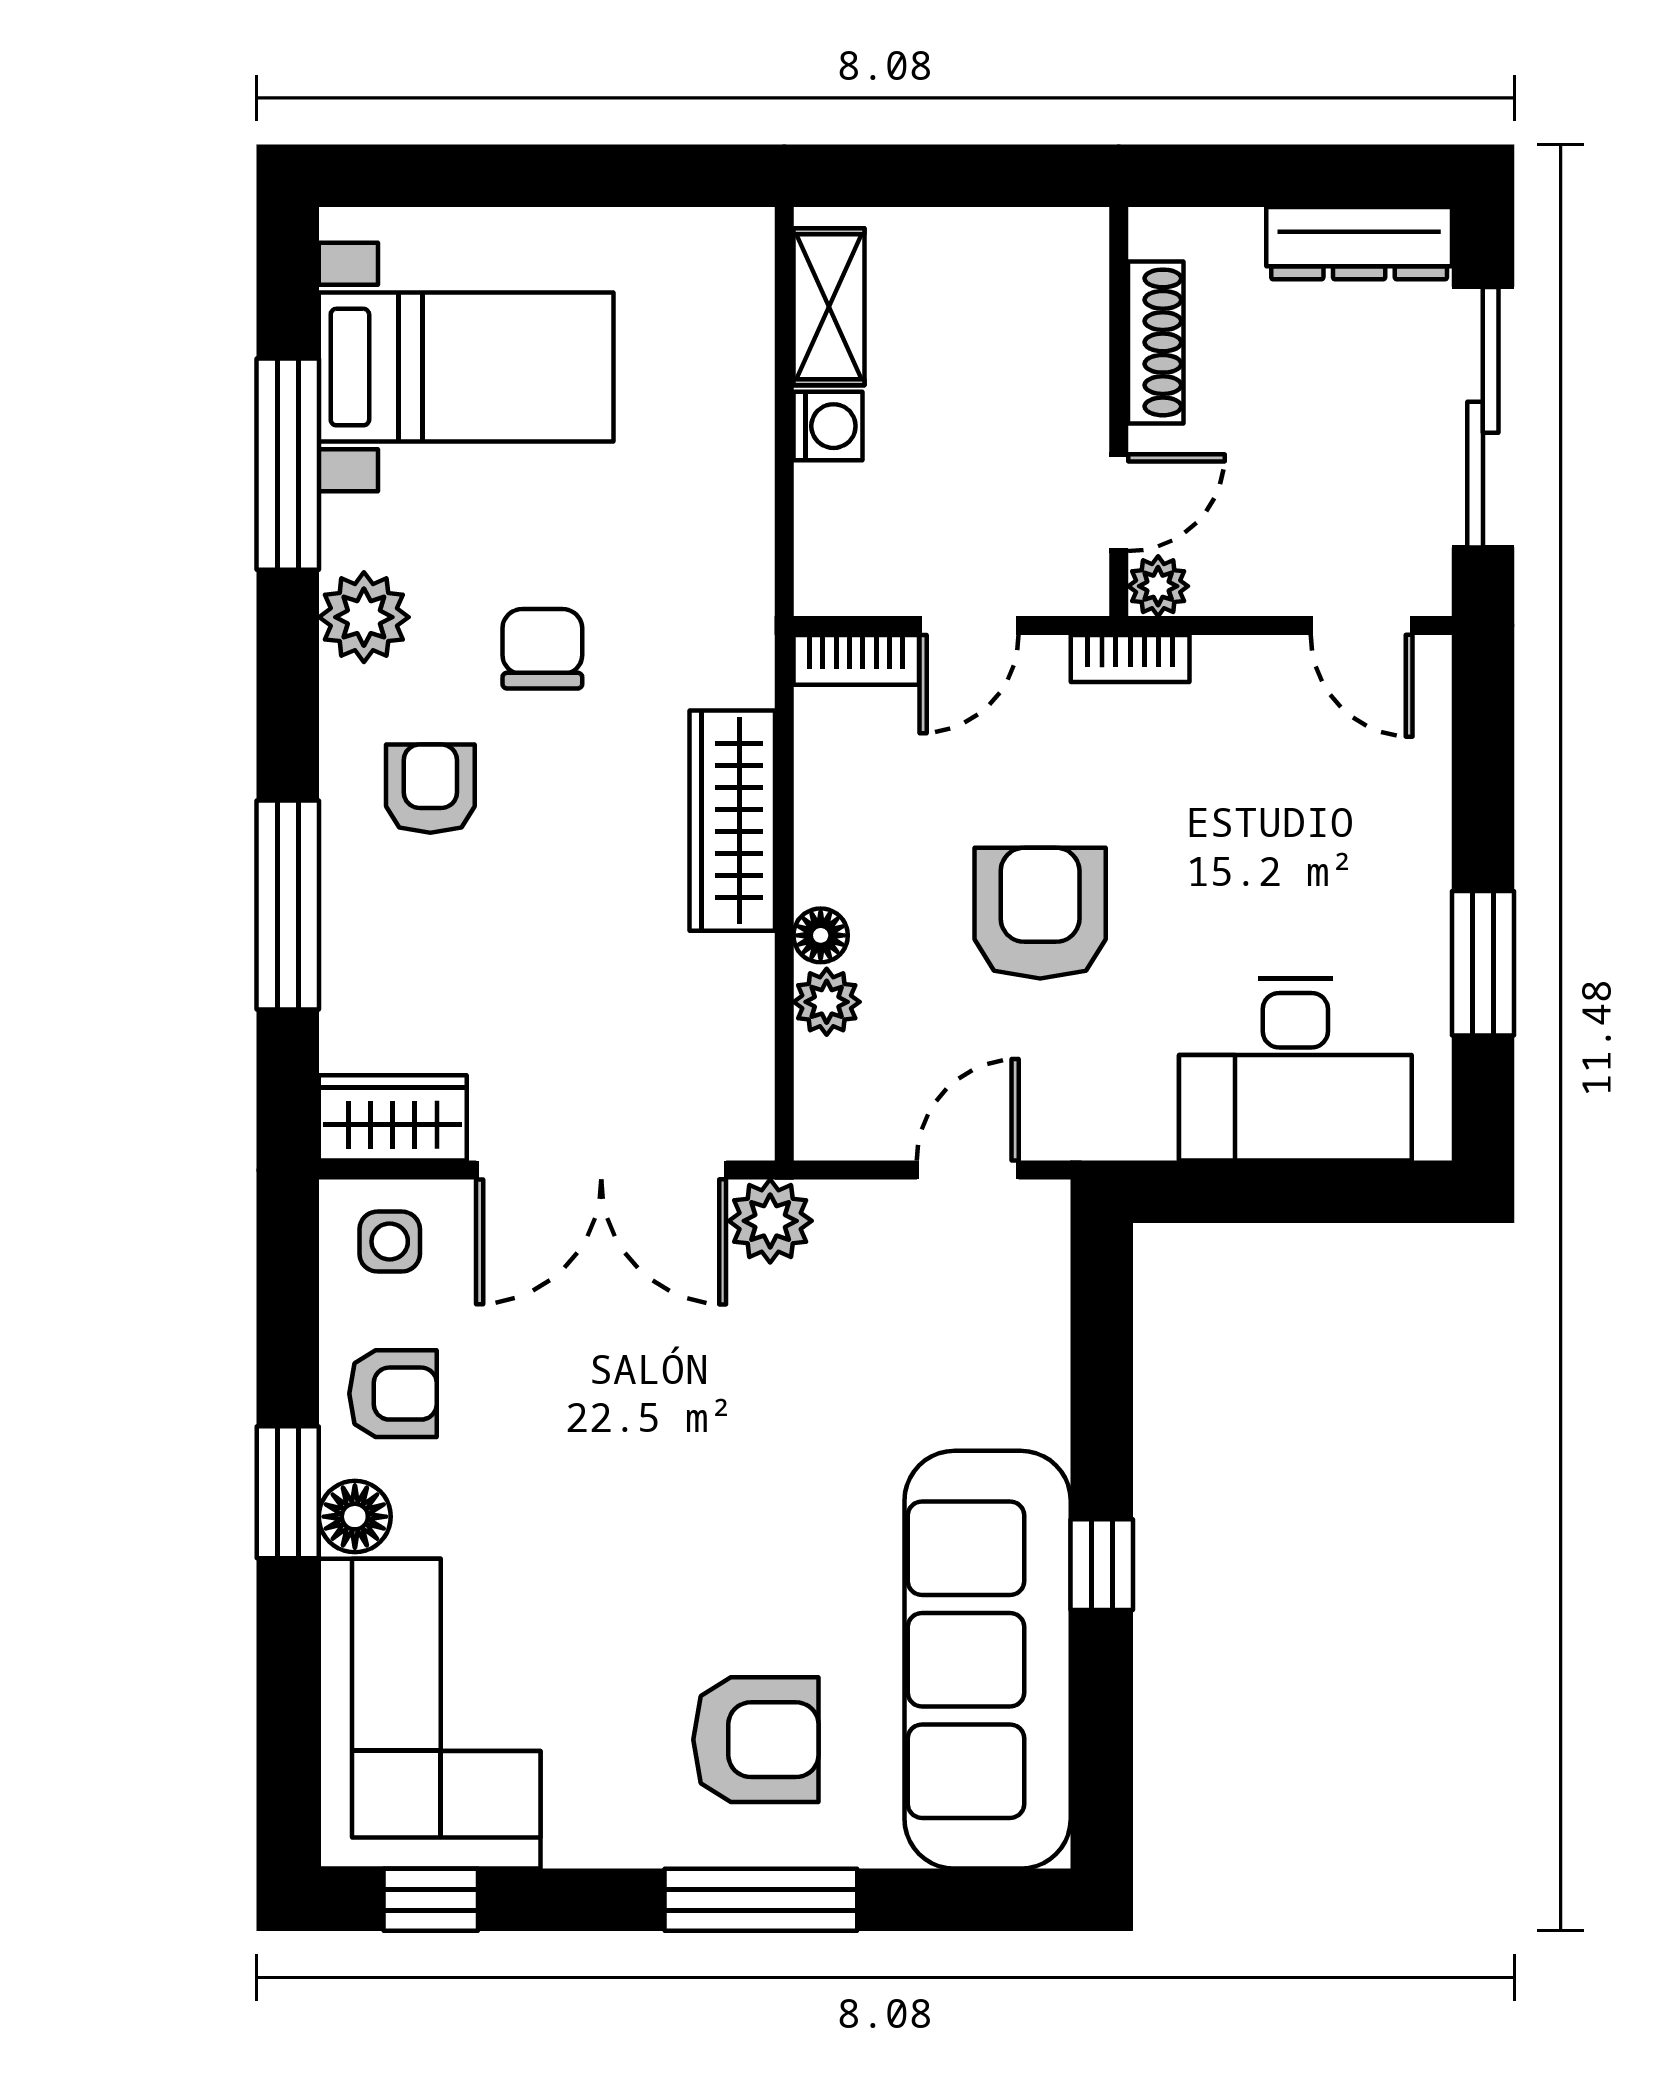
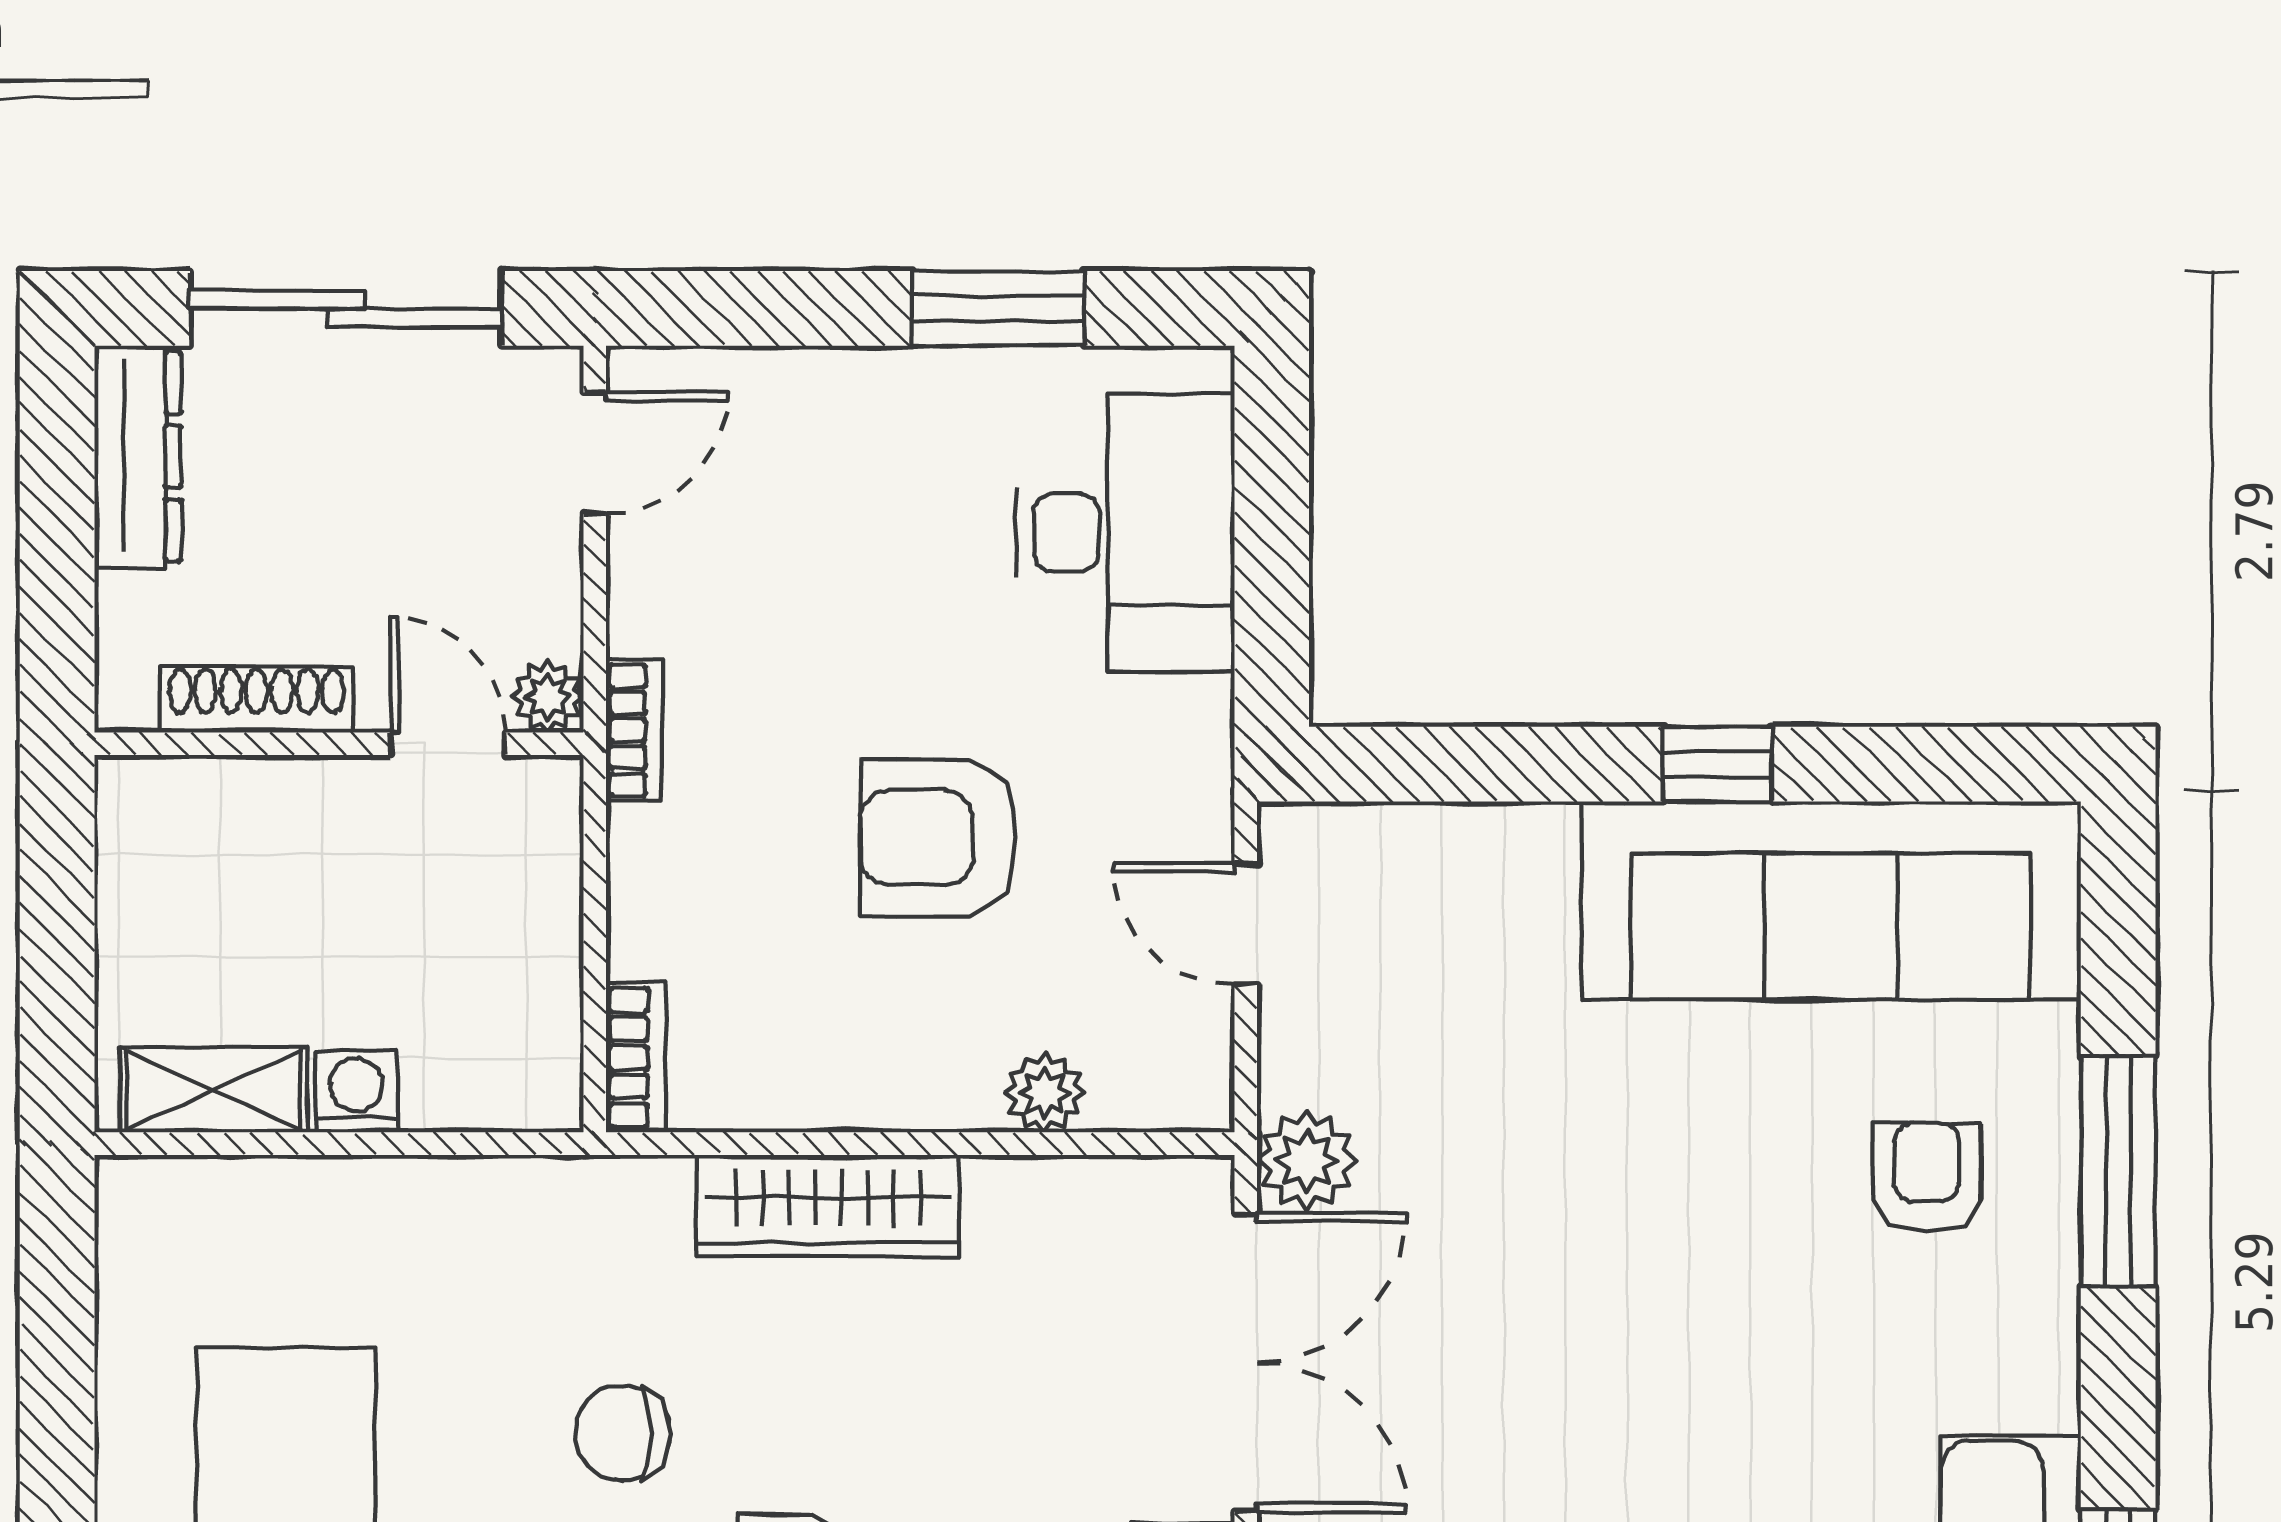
door: (969, 625) -> (595, 923), removed
floor lamp: (821, 935) -> (965, 1100), removed
armchair: (756, 1740) -> (1927, 1177), width x0.72, depth x0.72

